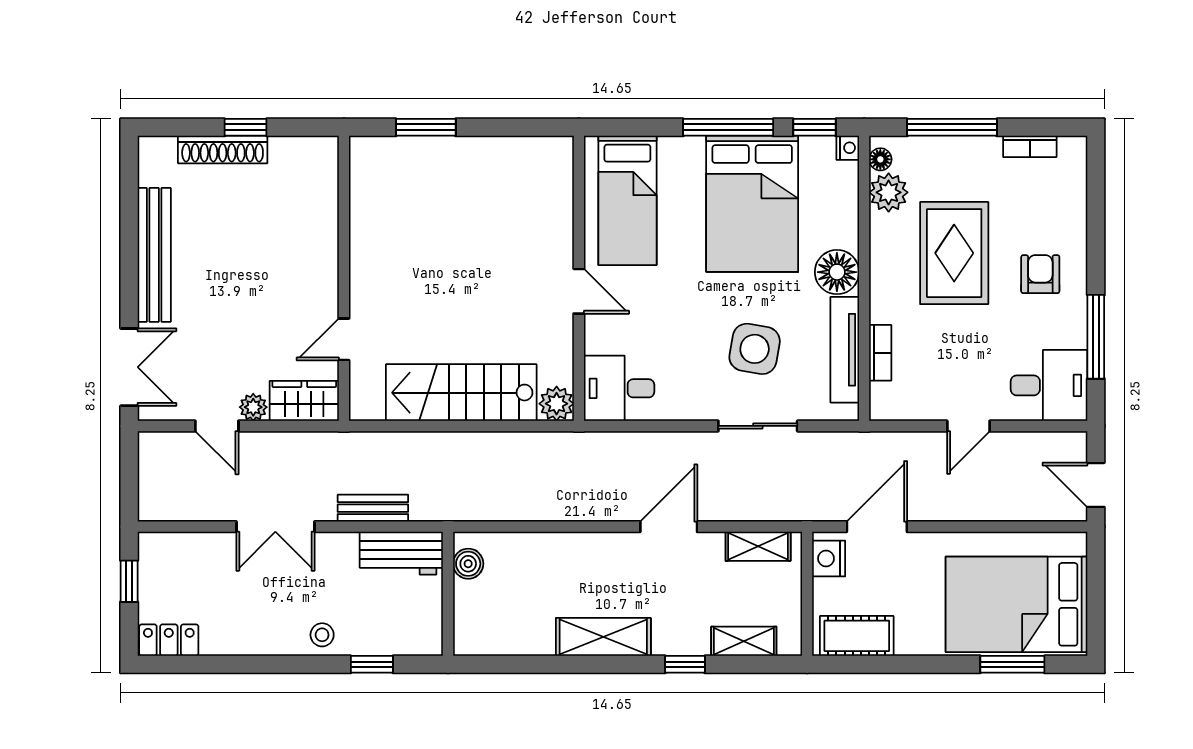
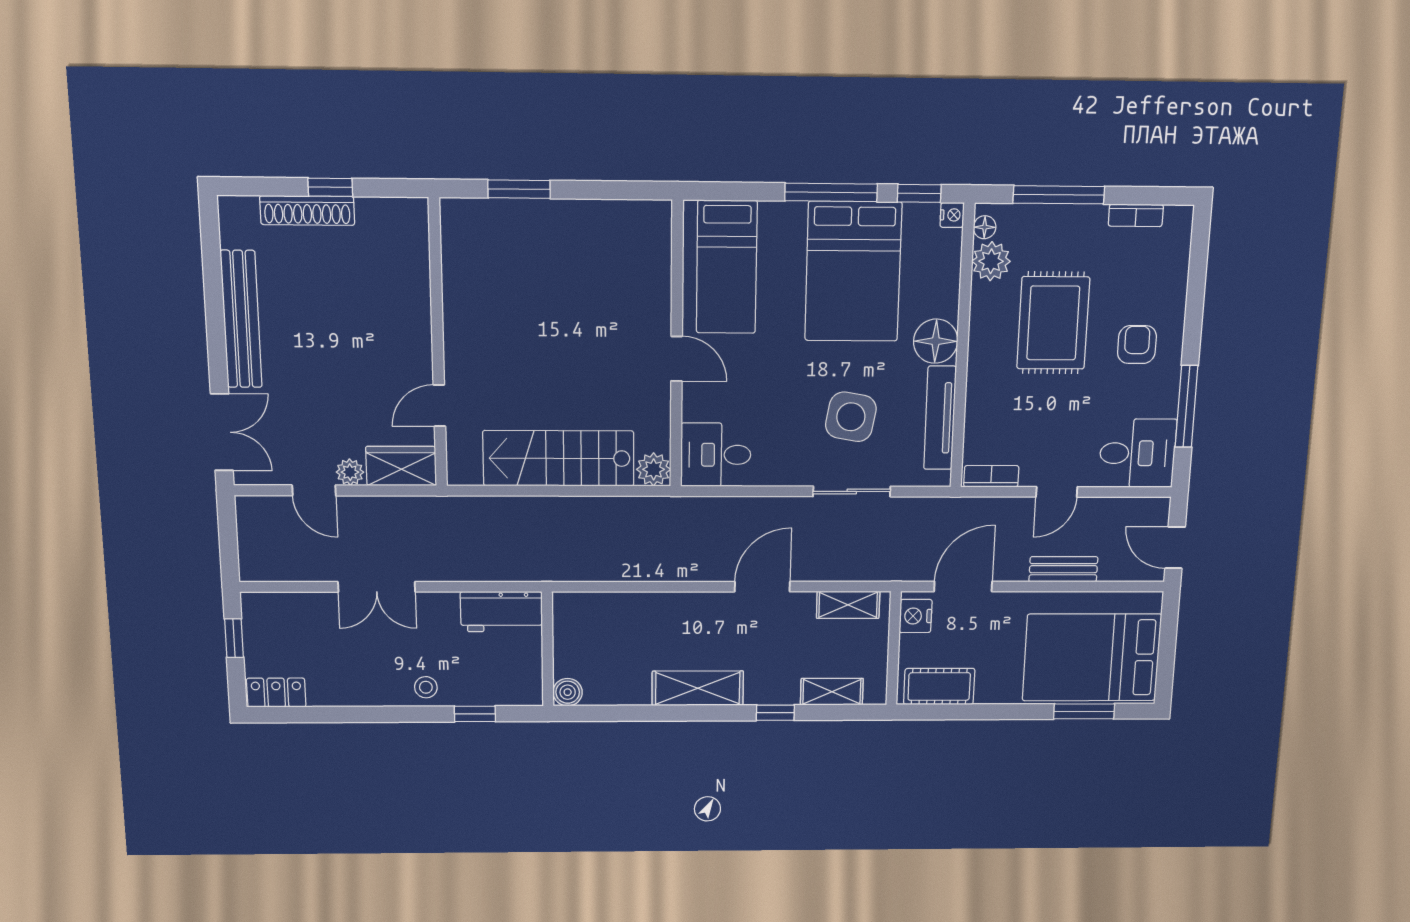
bookcase: (880, 353) -> (991, 476), moved, turned -90
bench: (373, 508) -> (1063, 569), moved
boiler: (468, 564) -> (568, 692), moved

